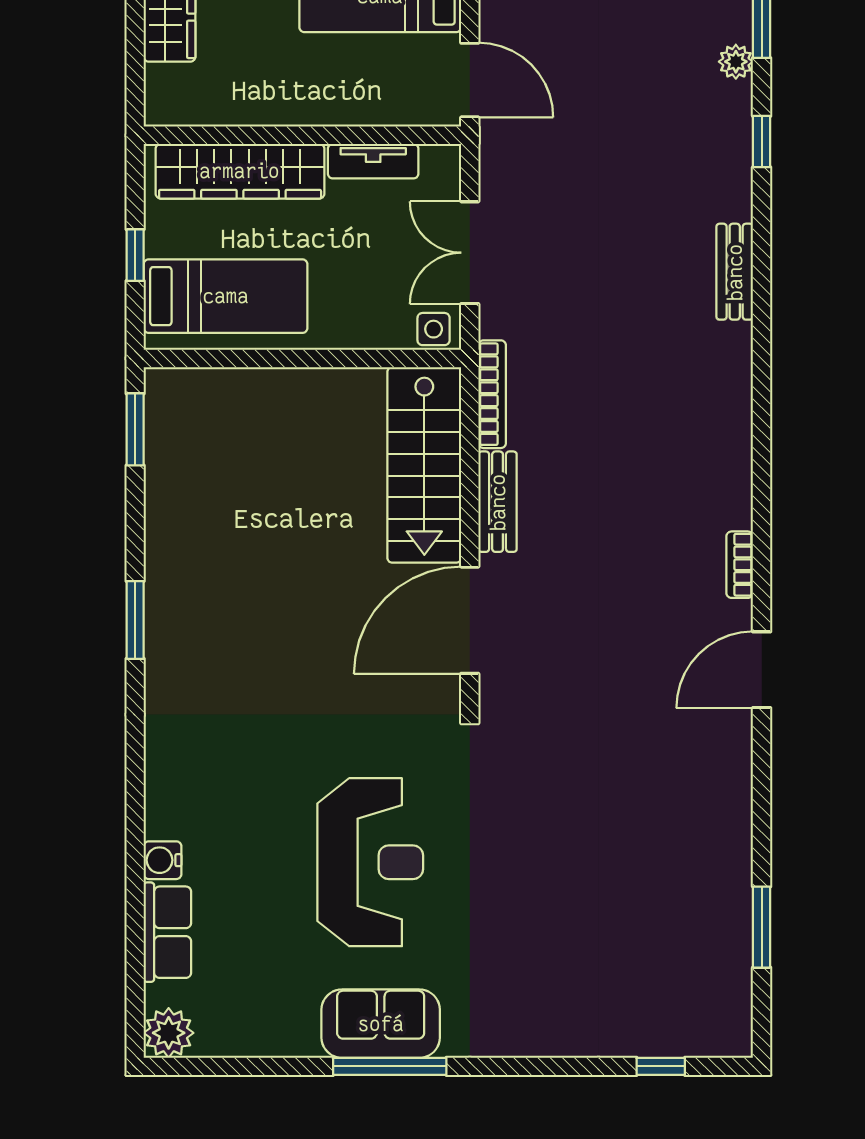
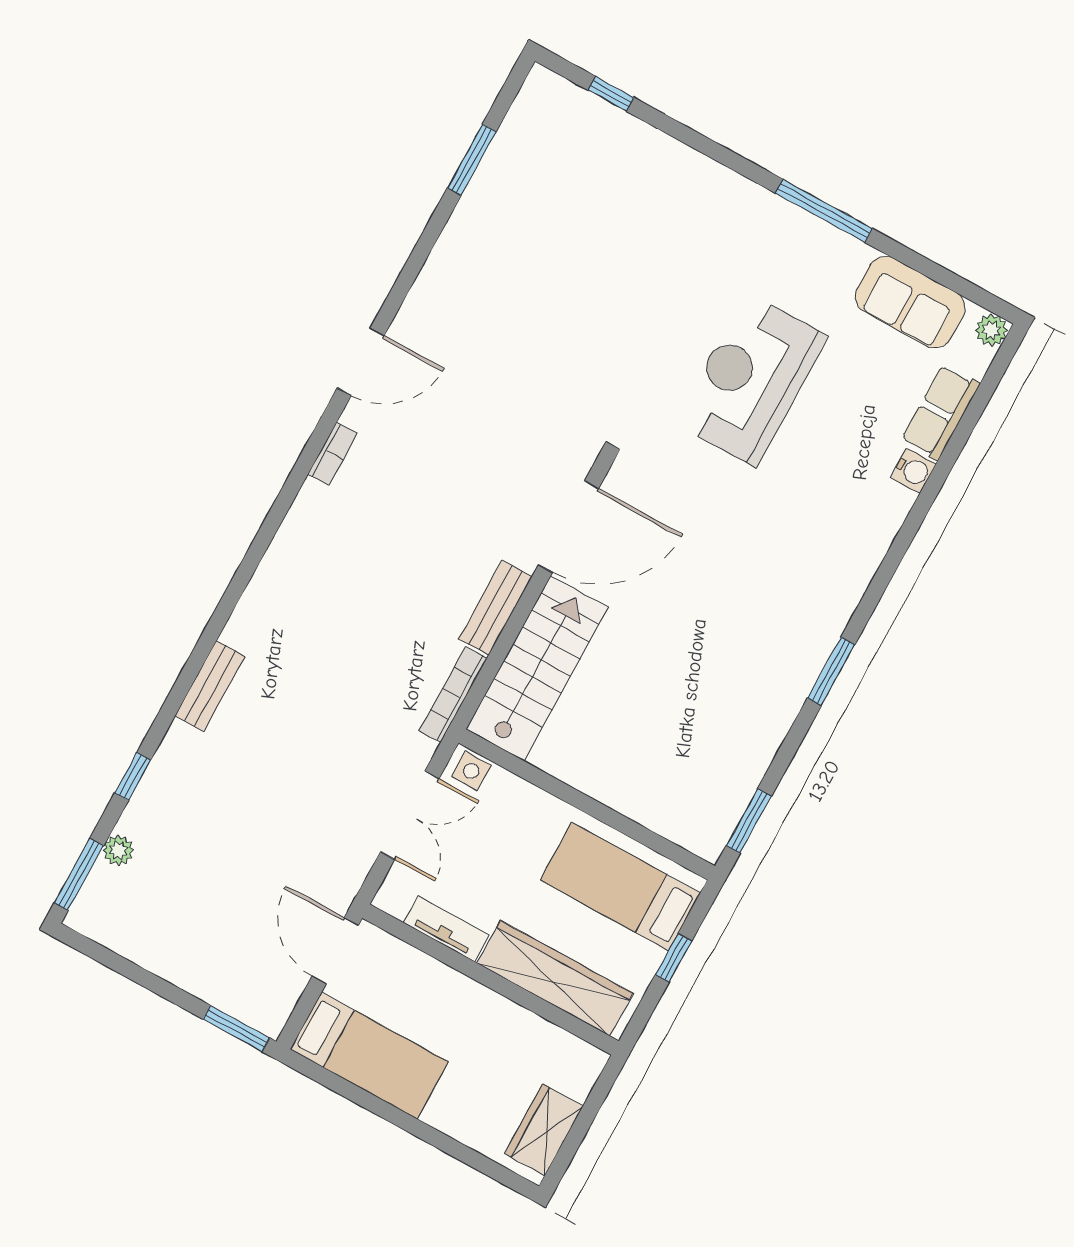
sofa: (381, 1024) -> (910, 302), moved
plant: (169, 1033) -> (991, 330), width x0.73, depth x0.73

